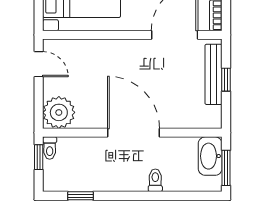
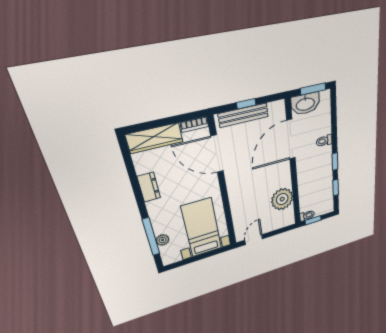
plant: (59, 112) -> (282, 199), moved
door: (134, 133) -> (291, 139), moved
window: (121, 196) -> (335, 162), added

